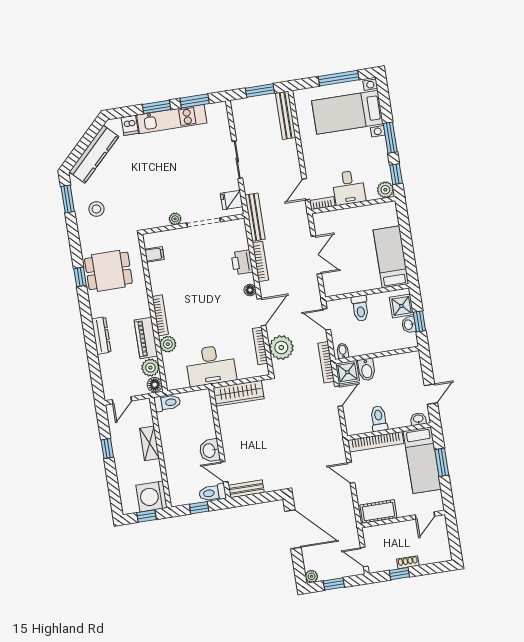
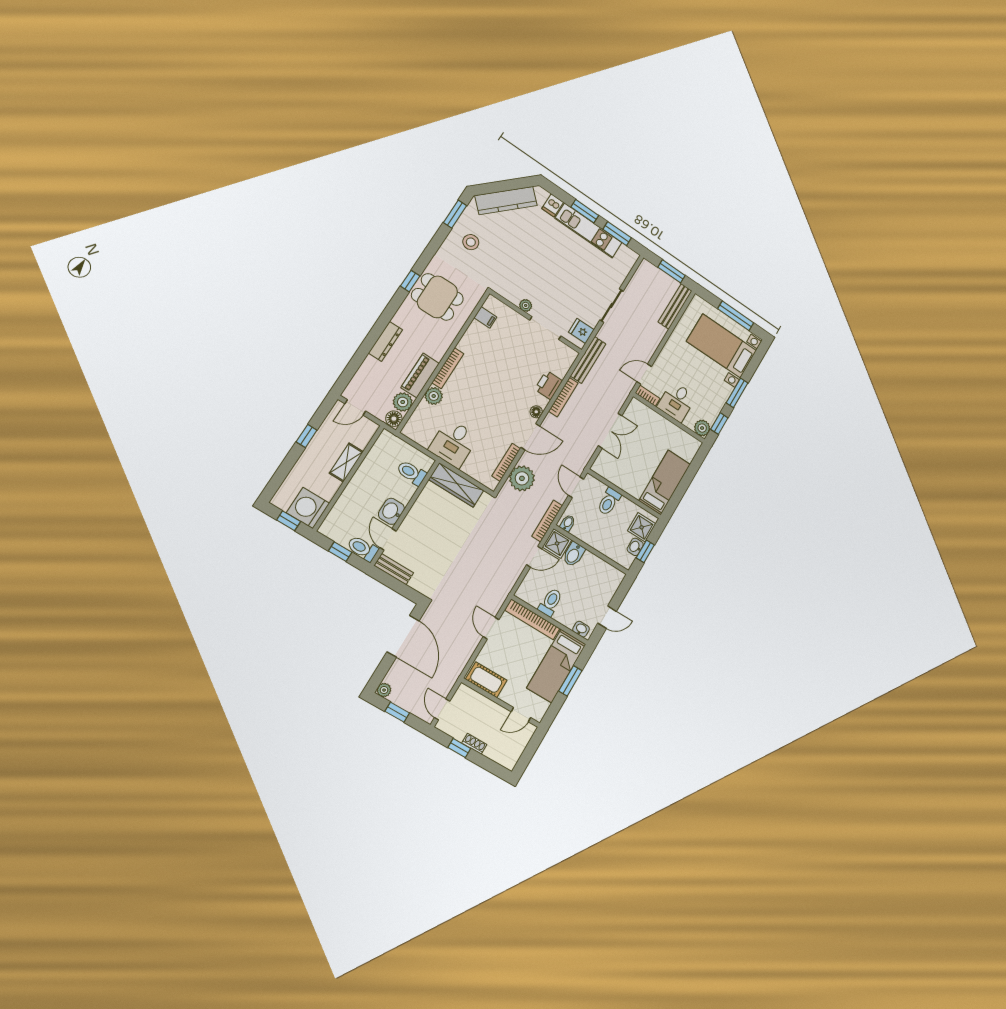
desk: (211, 365) -> (453, 443), width x0.73
toilet: (167, 403) -> (411, 473), moved, turned 180

